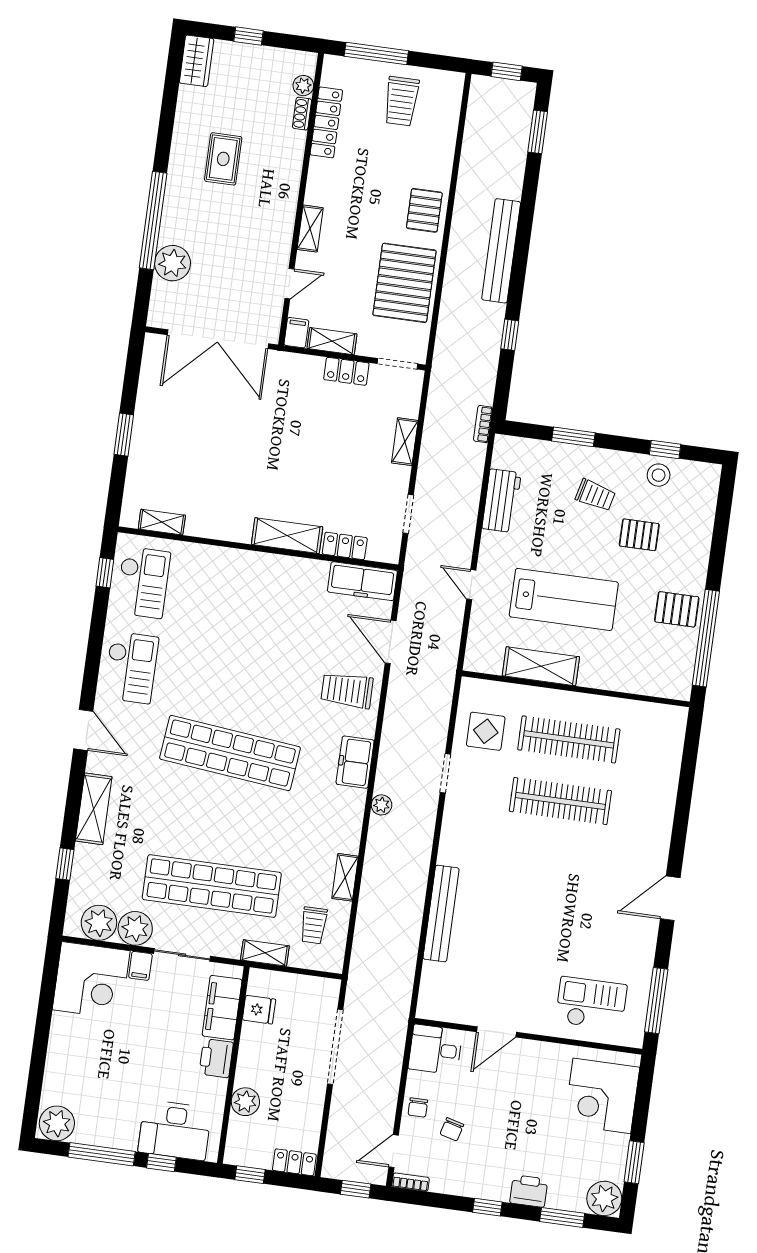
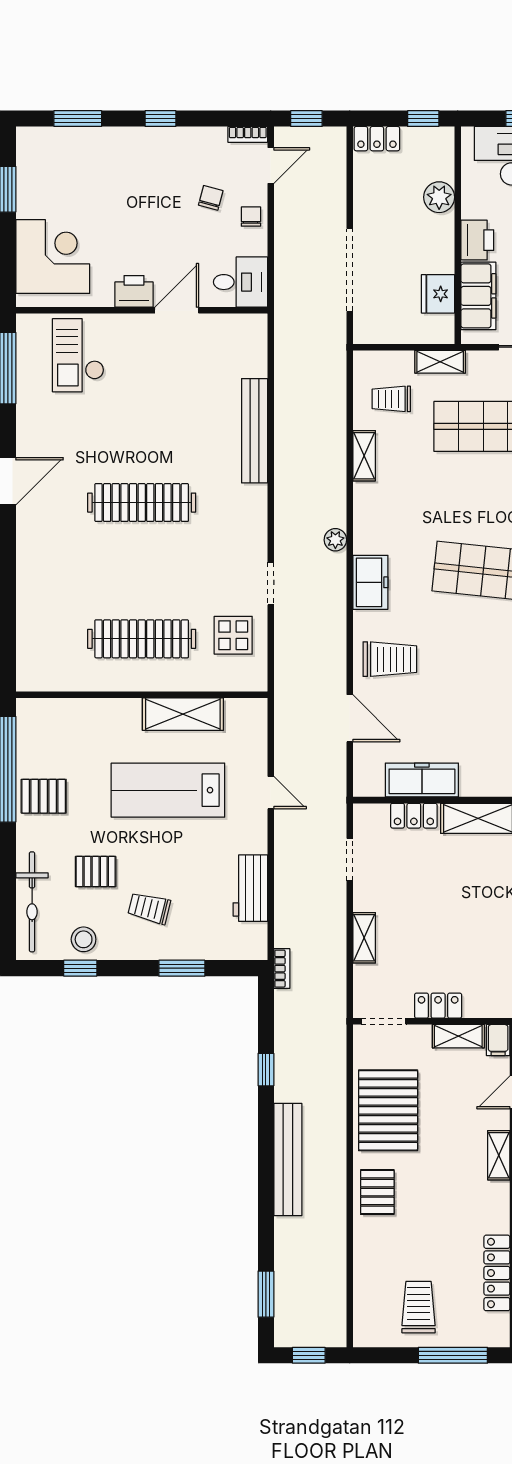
bicycle: (700, 515) -> (32, 902), added
freezer: (362, 581) -> (422, 780), moved
clothes rail: (560, 801) -> (142, 503), moved
trolley: (314, 925) -> (391, 399), turned -90
checkout: (591, 1004) -> (78, 355), turned 90
fridge: (259, 1010) -> (438, 294), width x1.38
printer: (529, 1191) -> (134, 291), moved, turned 180
plant: (604, 1198) -> (35, 146), removed

